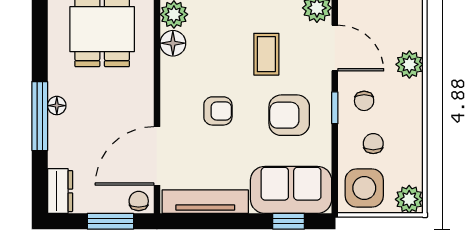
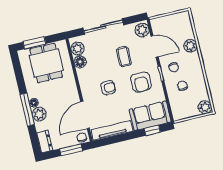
armchair: (289, 115) -> (141, 82), turned -90
plant: (62, 131) -> (39, 114), added
side table: (364, 188) -> (183, 107), removed

